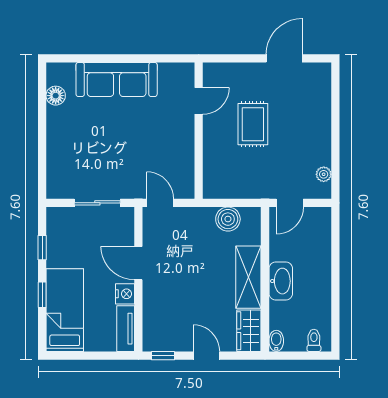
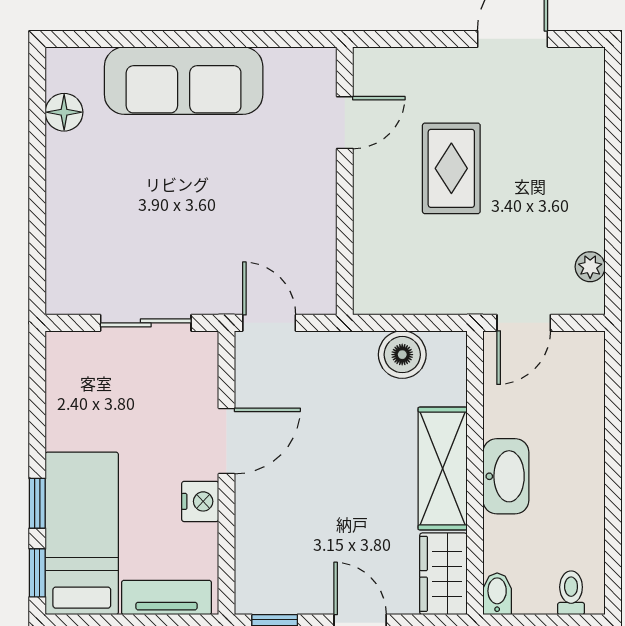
window: (42, 248) -> (37, 573), moved
door: (138, 263) -> (227, 441), swing flipped
tv unit: (126, 329) -> (167, 598), moved, turned 90

